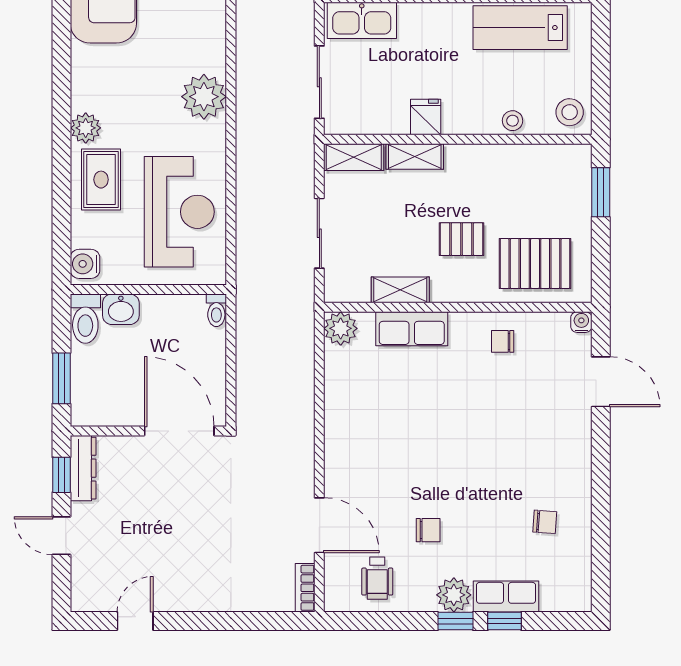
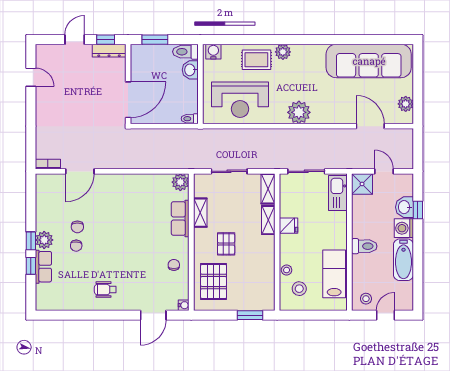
stool: (570, 112) -> (299, 289), moved
chair: (545, 522) -> (76, 246), moved
wheelchair: (377, 578) -> (105, 290), moved

